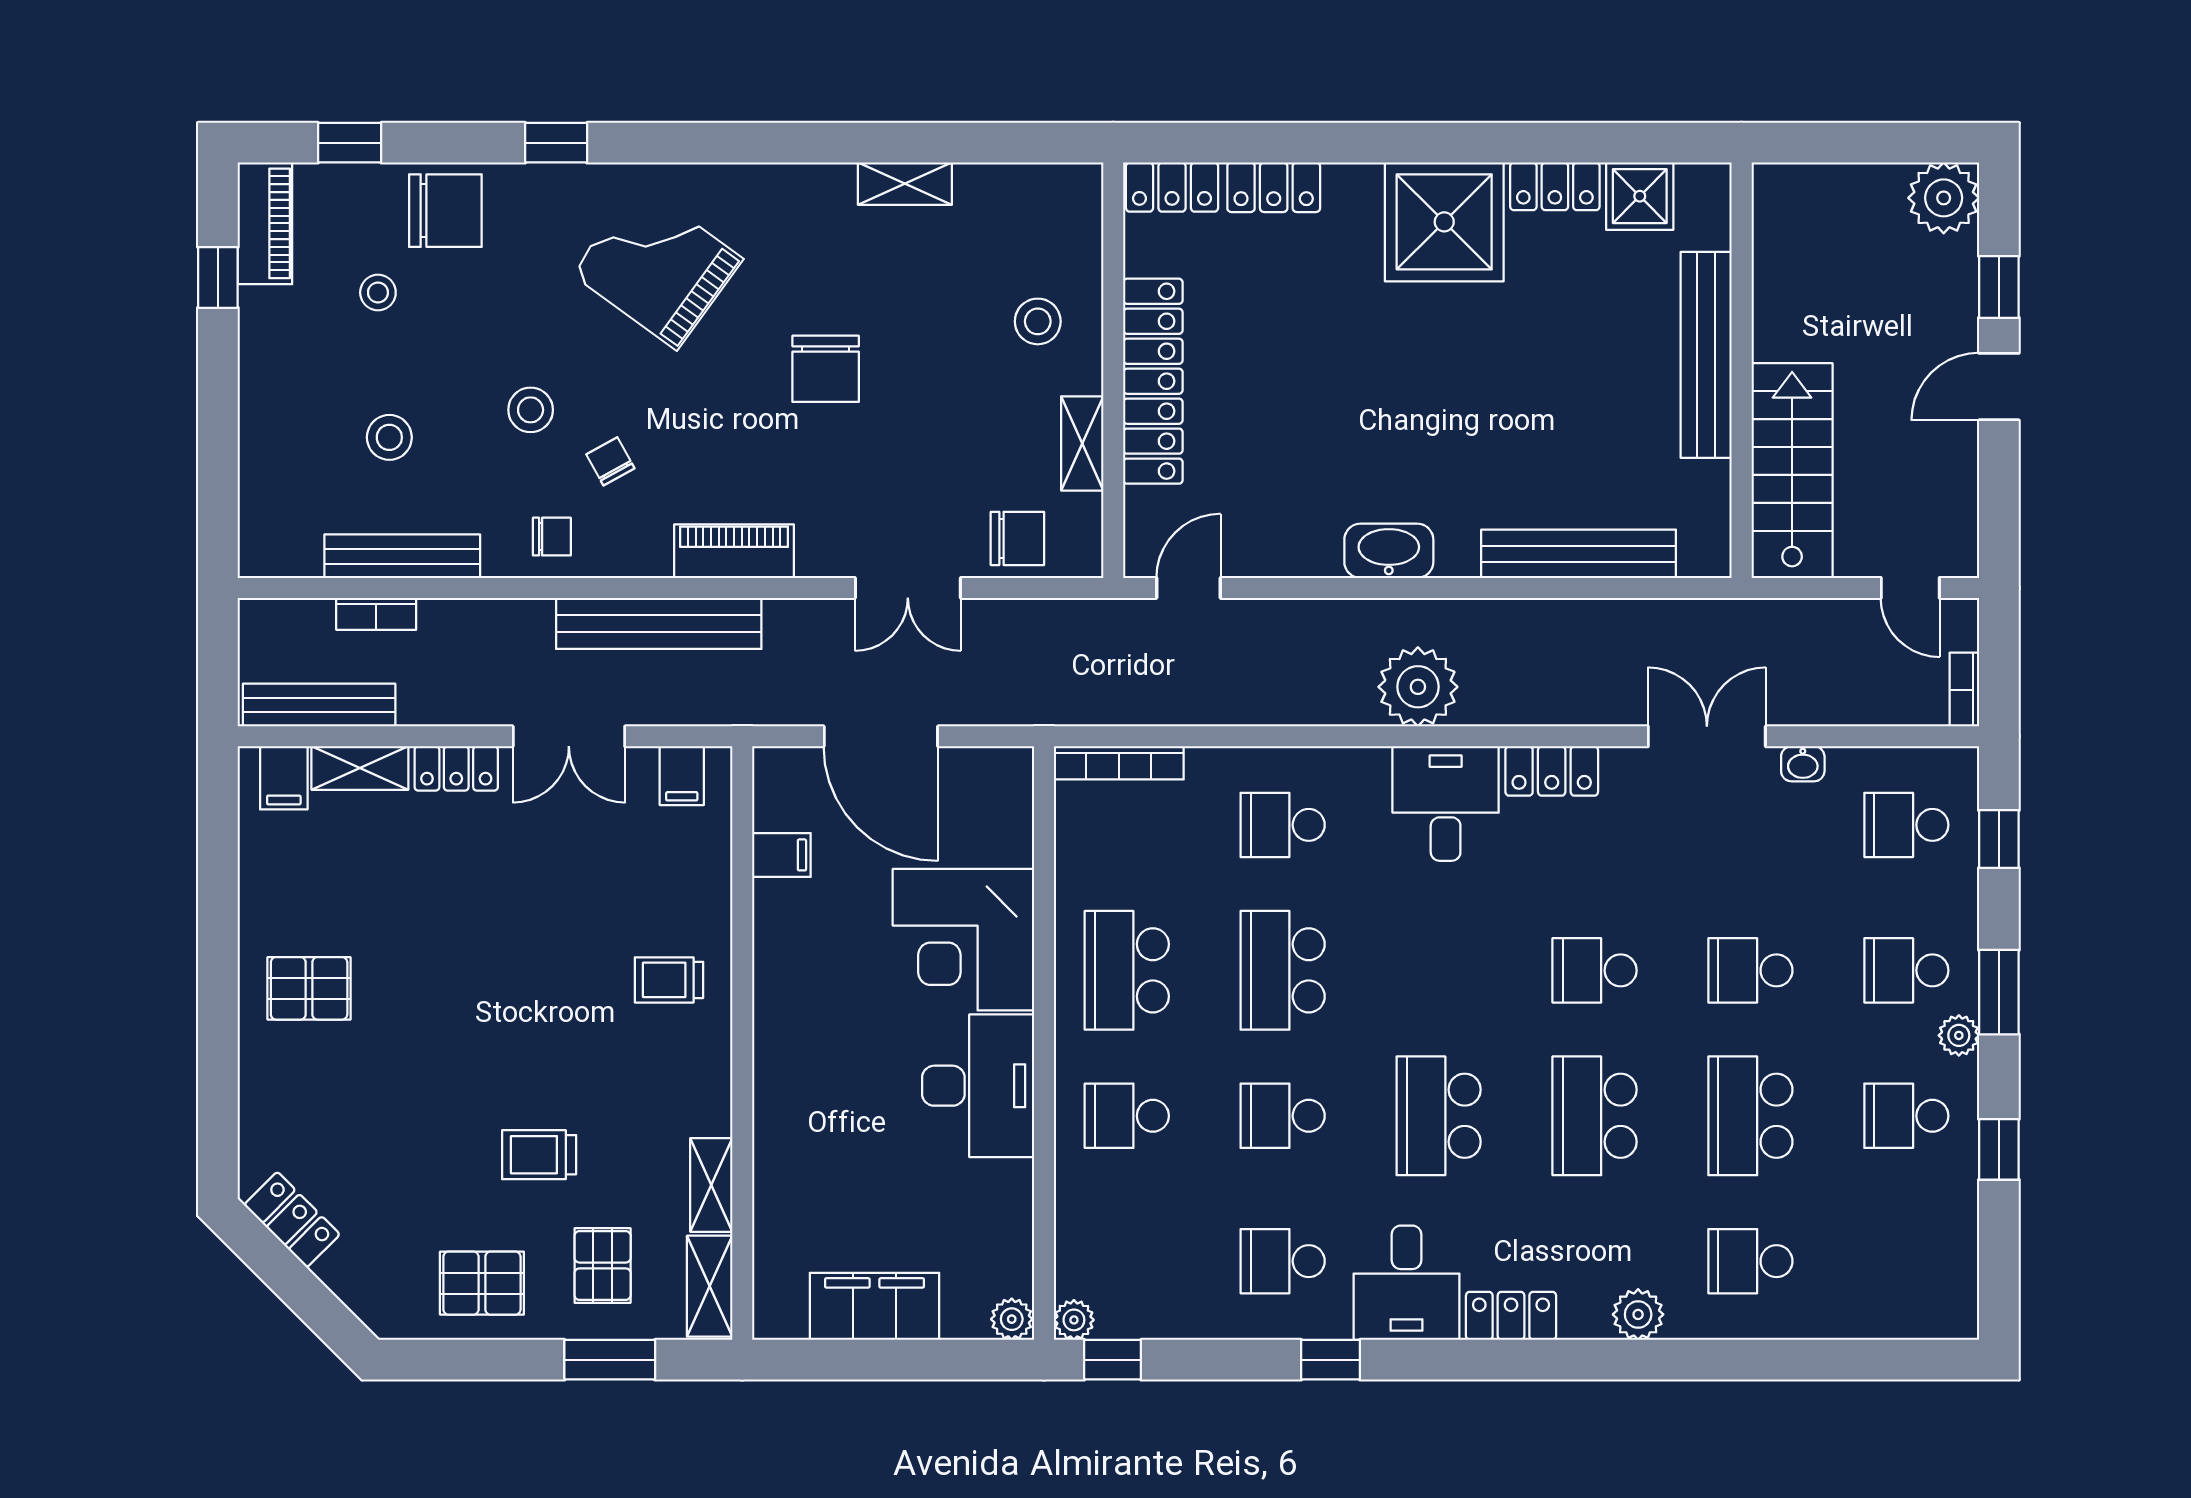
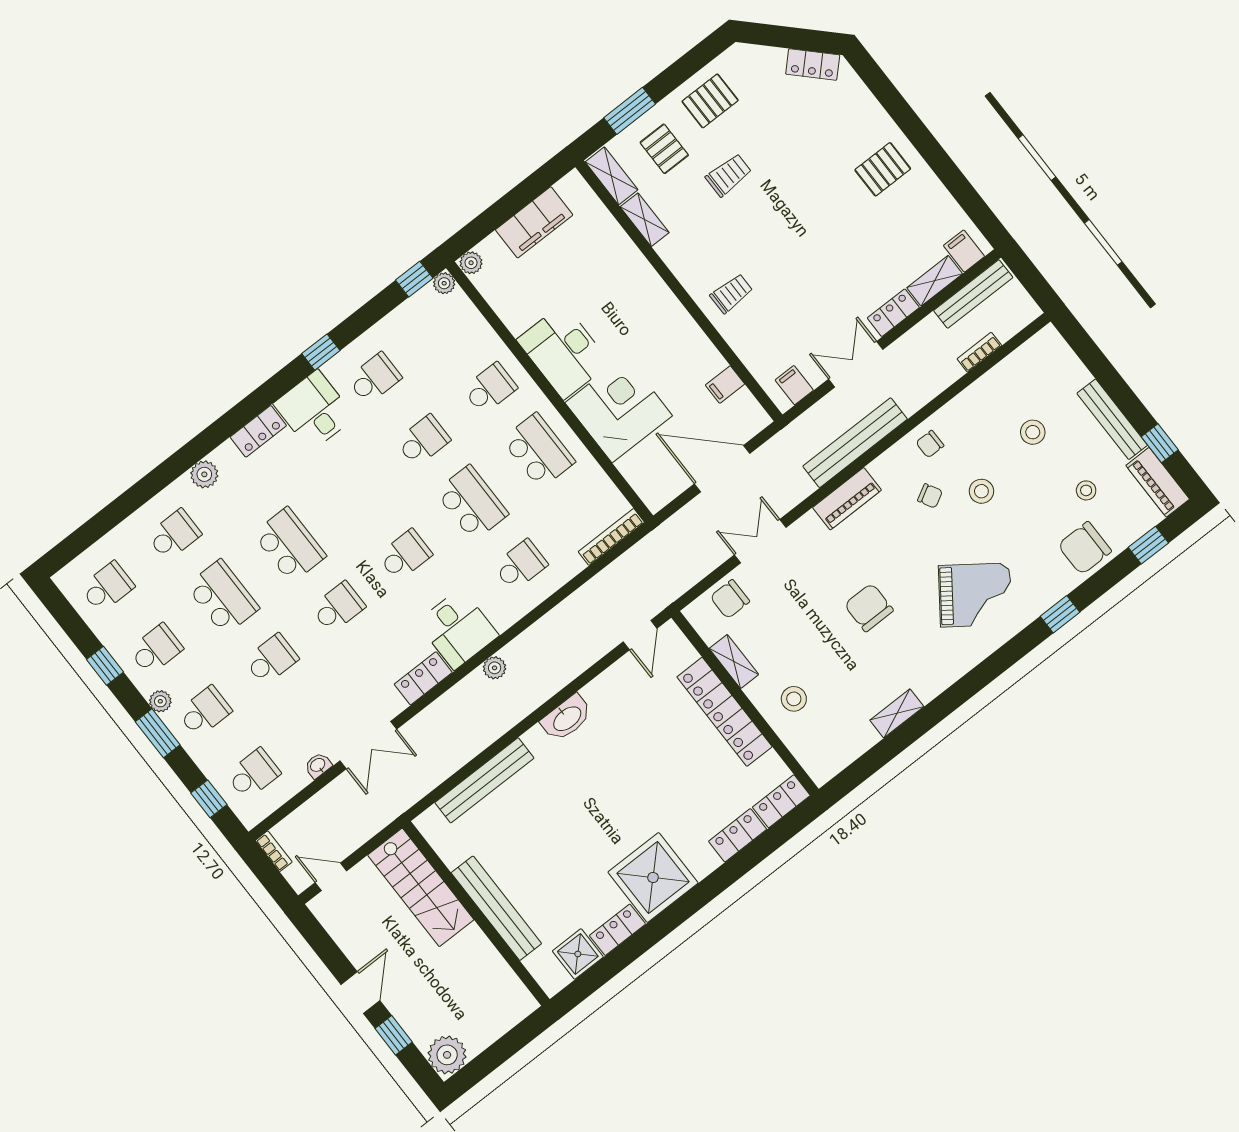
bench: (402, 556) -> (1112, 419), moved, turned 90
plant: (1418, 687) -> (495, 668), width x0.53, depth x0.53
school desk: (1439, 1116) -> (405, 555), moved, width x0.54
school desk: (1906, 1261) -> (107, 587), added

